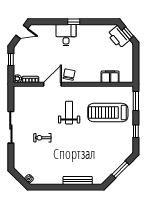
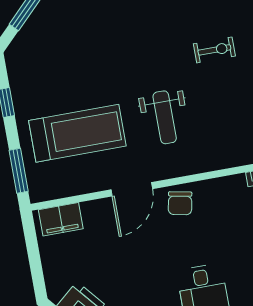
filing cabinet: (110, 77) -> (61, 219), moved
door: (52, 84) -> (132, 189), moved

